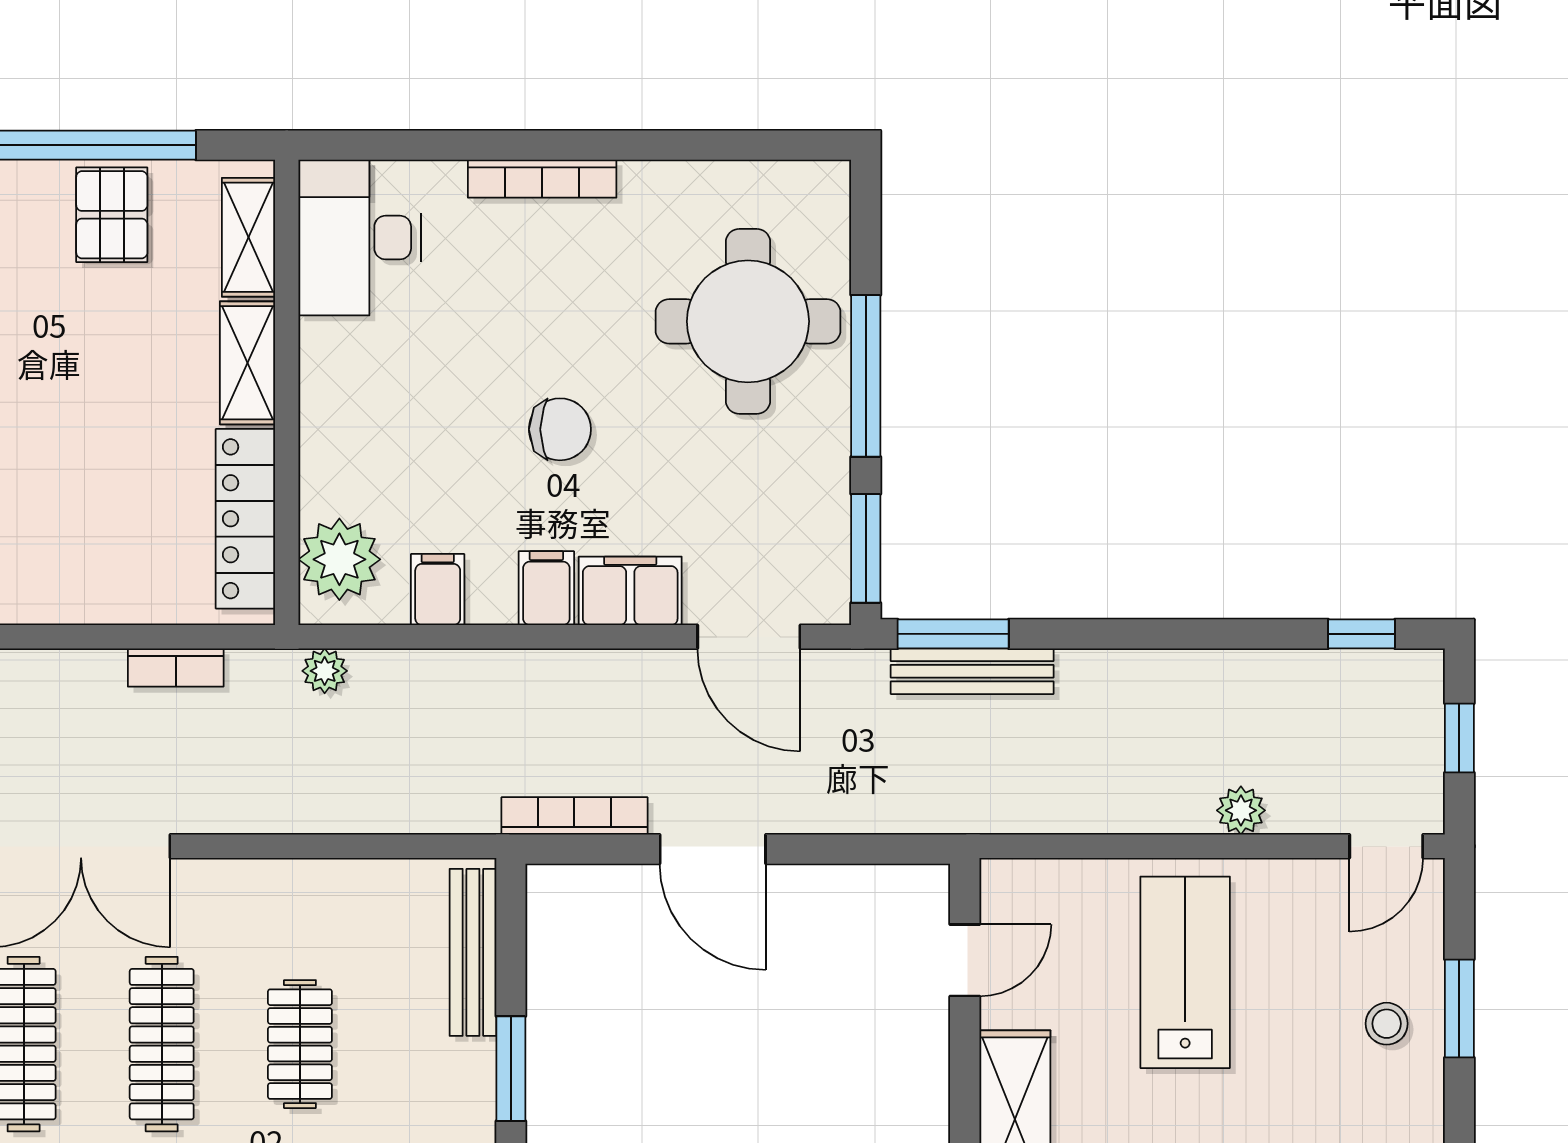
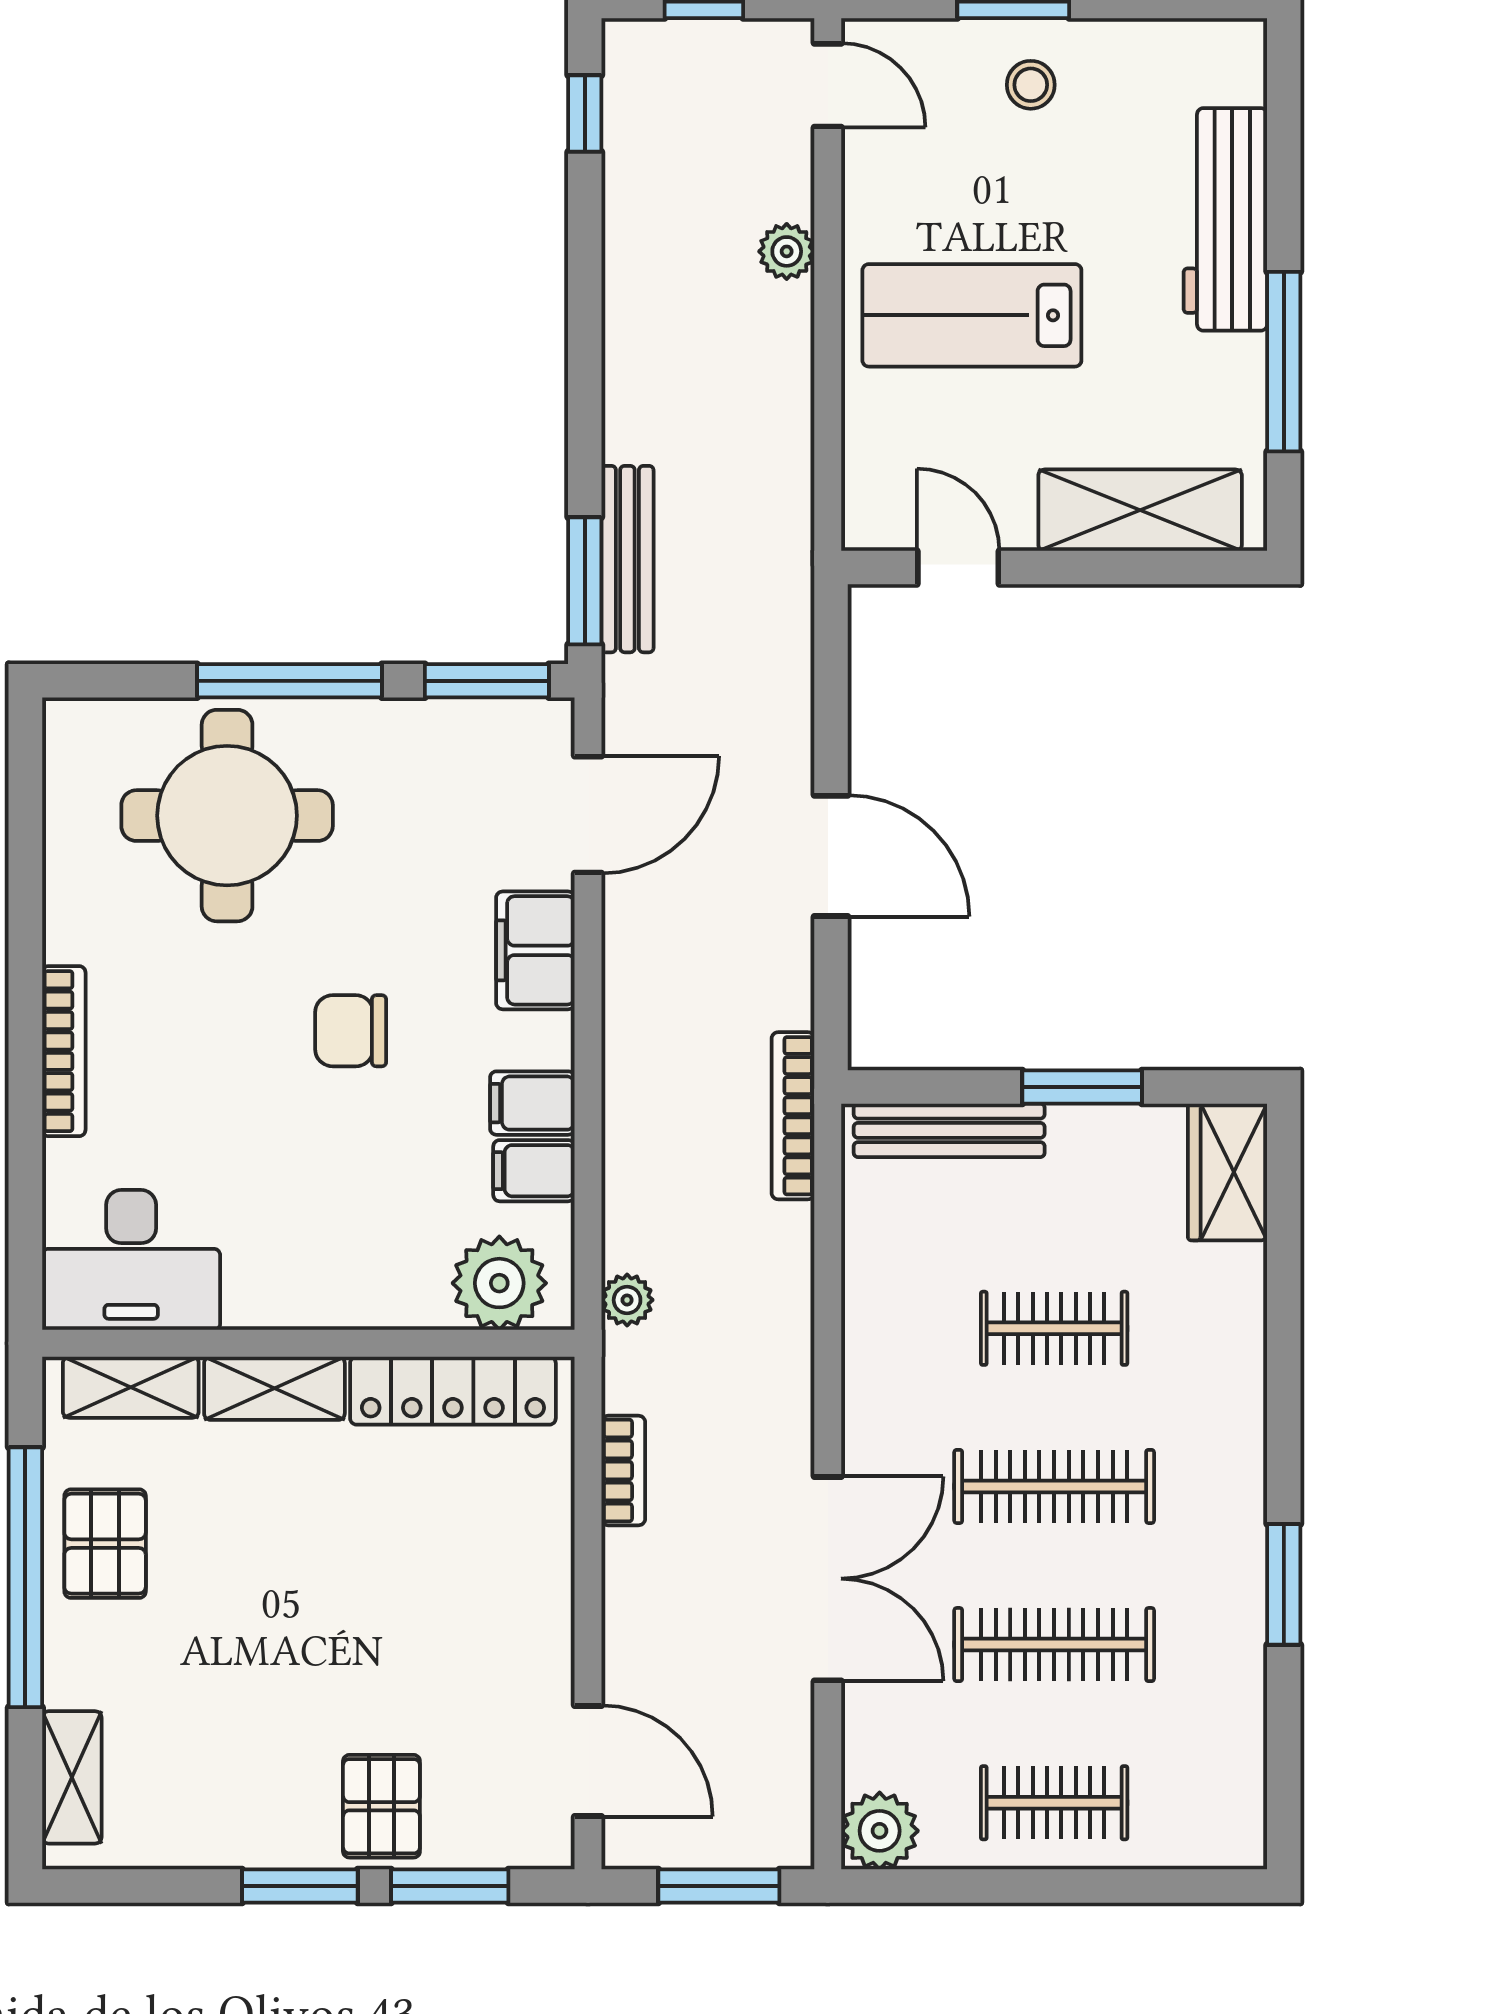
pallet: (112, 215) -> (105, 1544), turned 90
chair: (560, 429) -> (351, 1031), turned -90
filing cabinet: (546, 588) -> (532, 1103), moved
bookcase: (574, 816) -> (793, 1116), moved
door: (713, 849) -> (831, 856), hinge flipped

